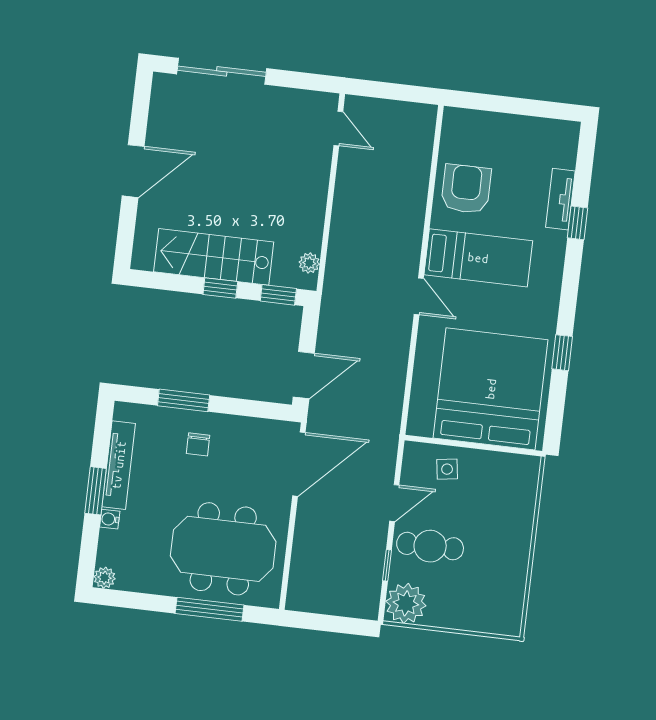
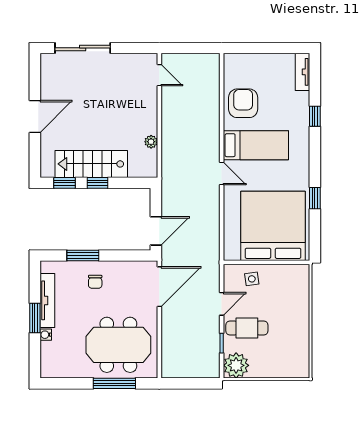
tv unit: (560, 199) -> (303, 72), moved
plant: (309, 263) -> (151, 142), moved
window: (278, 295) -> (65, 183), moved
plant: (105, 578) -> (47, 371), removed

